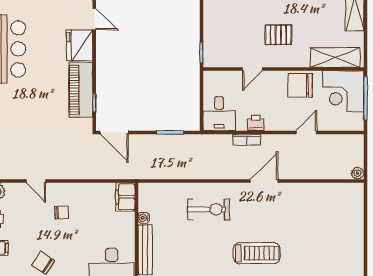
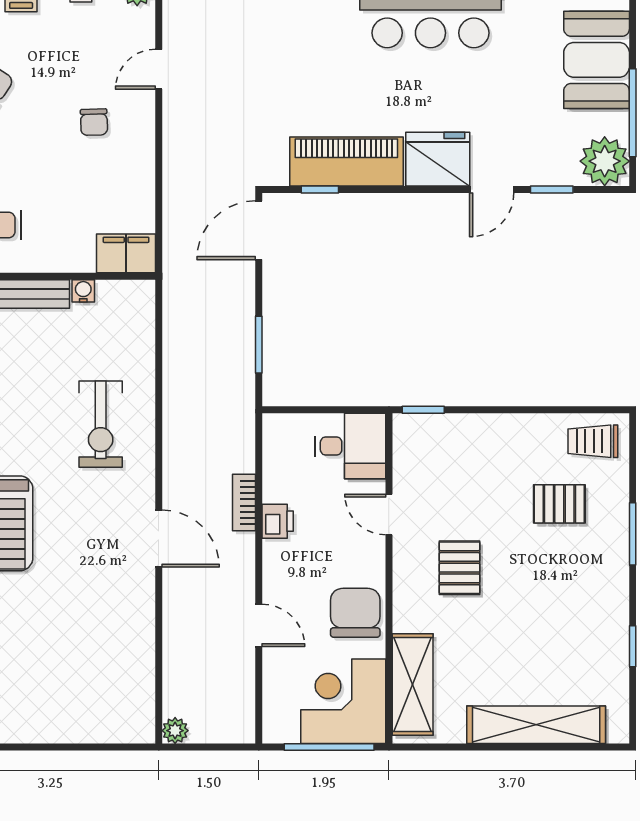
desk: (219, 114) -> (350, 446), moved, turned 180

